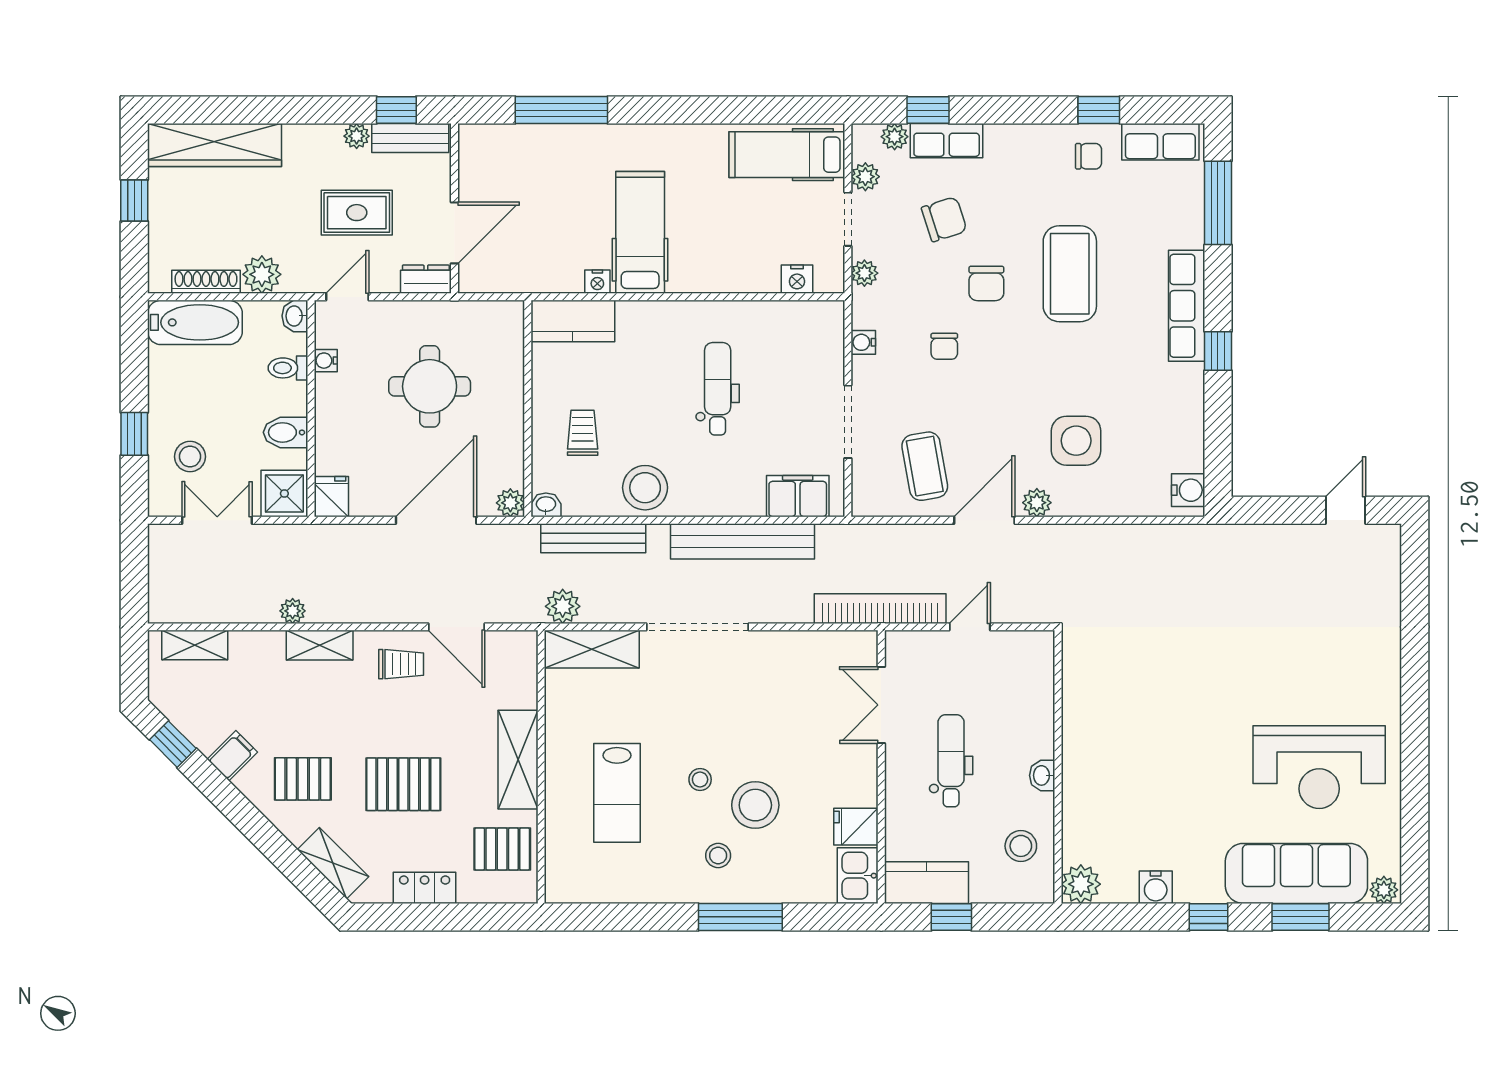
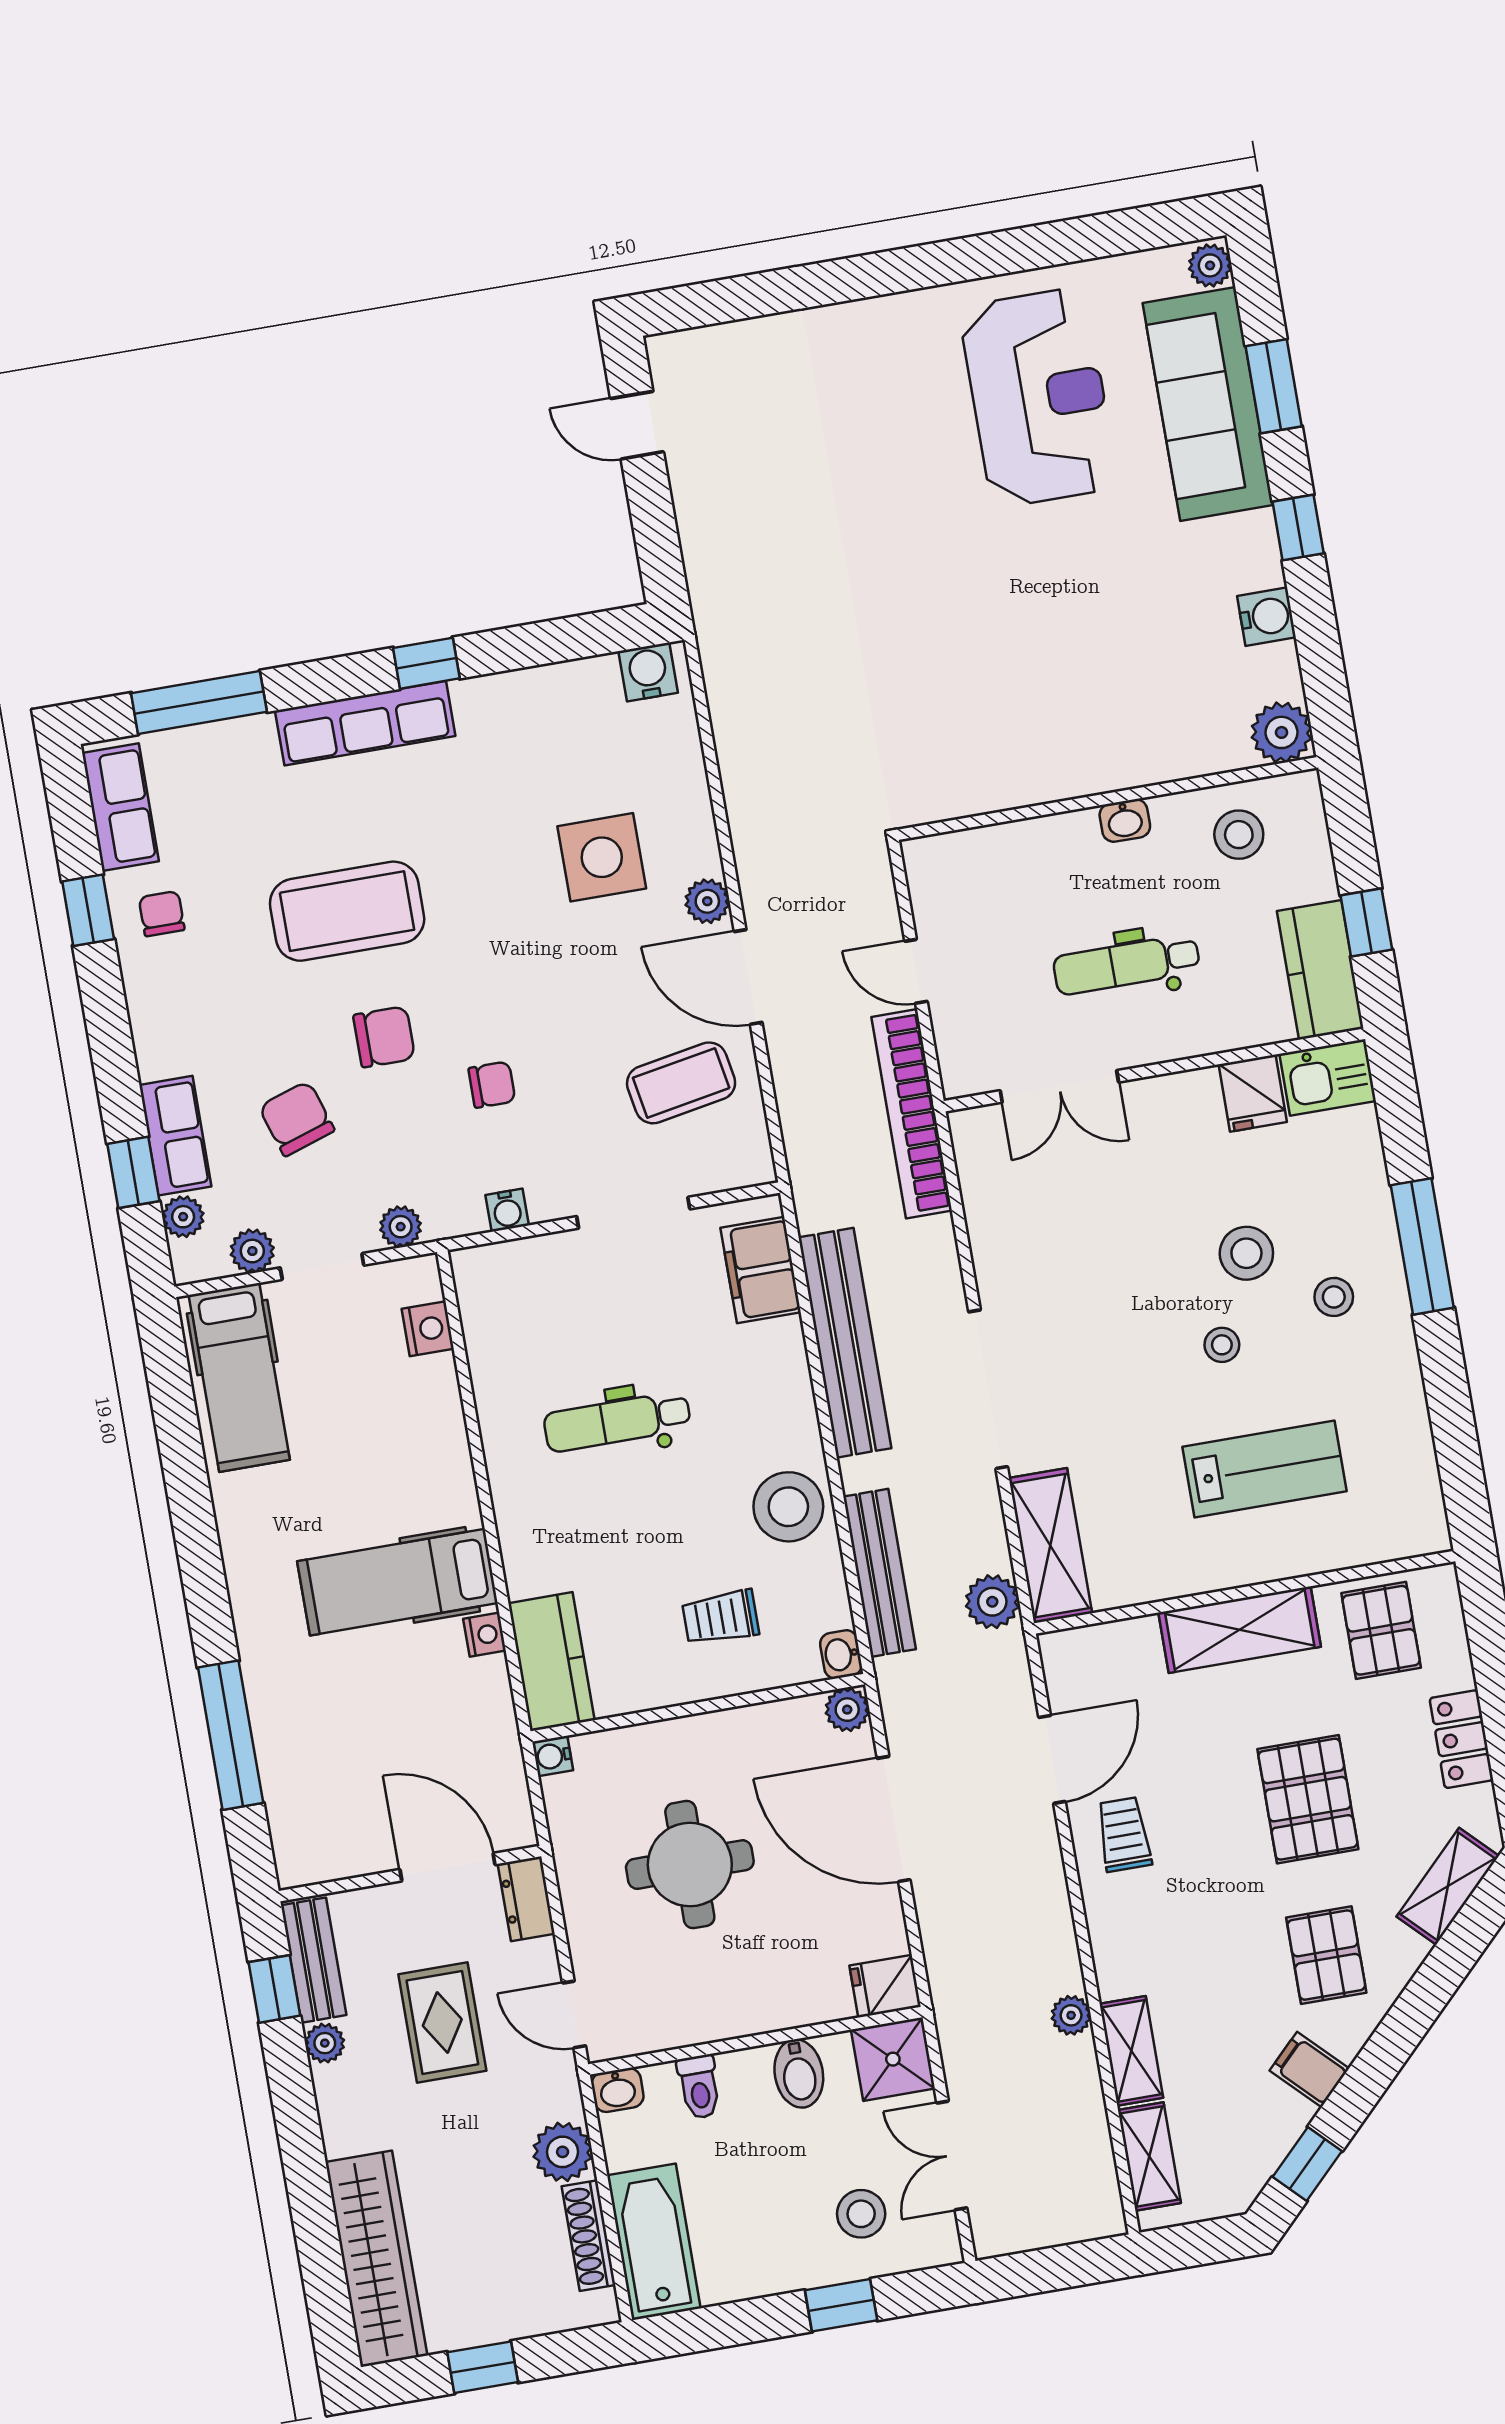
water cooler: (326, 361) -> (553, 1756), moved, turned 90
shelving: (320, 645) -> (1131, 2051), moved
stool: (755, 805) -> (1246, 1253), width x0.73, depth x0.73

